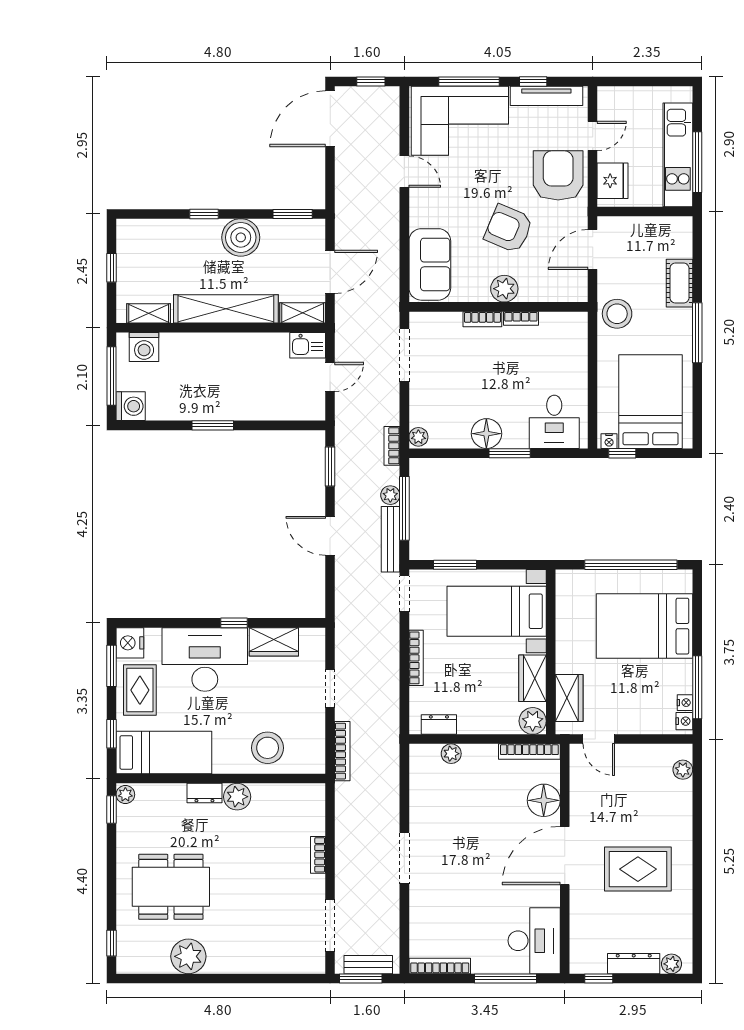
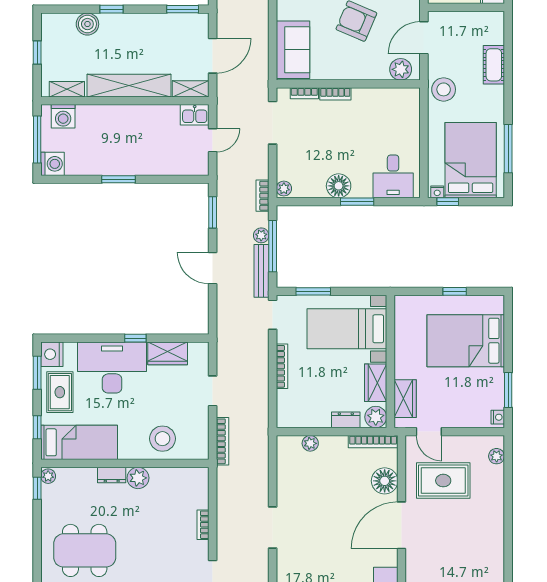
boiler: (241, 237) -> (87, 24), moved, width x0.73, depth x0.73
plant: (504, 289) -> (401, 69), moved
bookcase: (521, 318) -> (304, 93), moved
window: (697, 333) -> (508, 149), moved
window: (631, 565) -> (455, 291), width x0.32
window: (697, 687) -> (508, 390), width x0.69
nightstand: (685, 703) -> (498, 402), removed
dresser: (439, 725) -> (346, 420), moved
rug: (638, 869) -> (443, 481), moved

